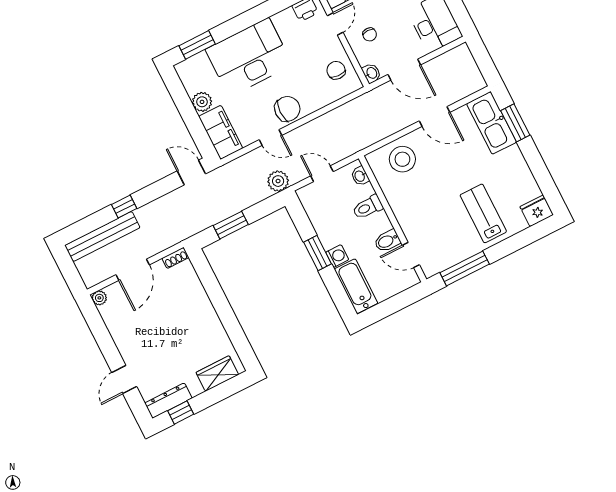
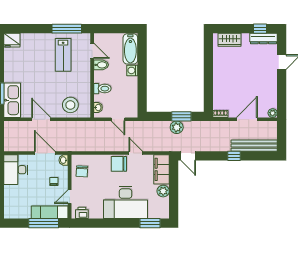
plant: (278, 181) -> (177, 127), moved
lab bench: (483, 213) -> (63, 55), moved
window: (318, 253) -> (142, 77), removed

